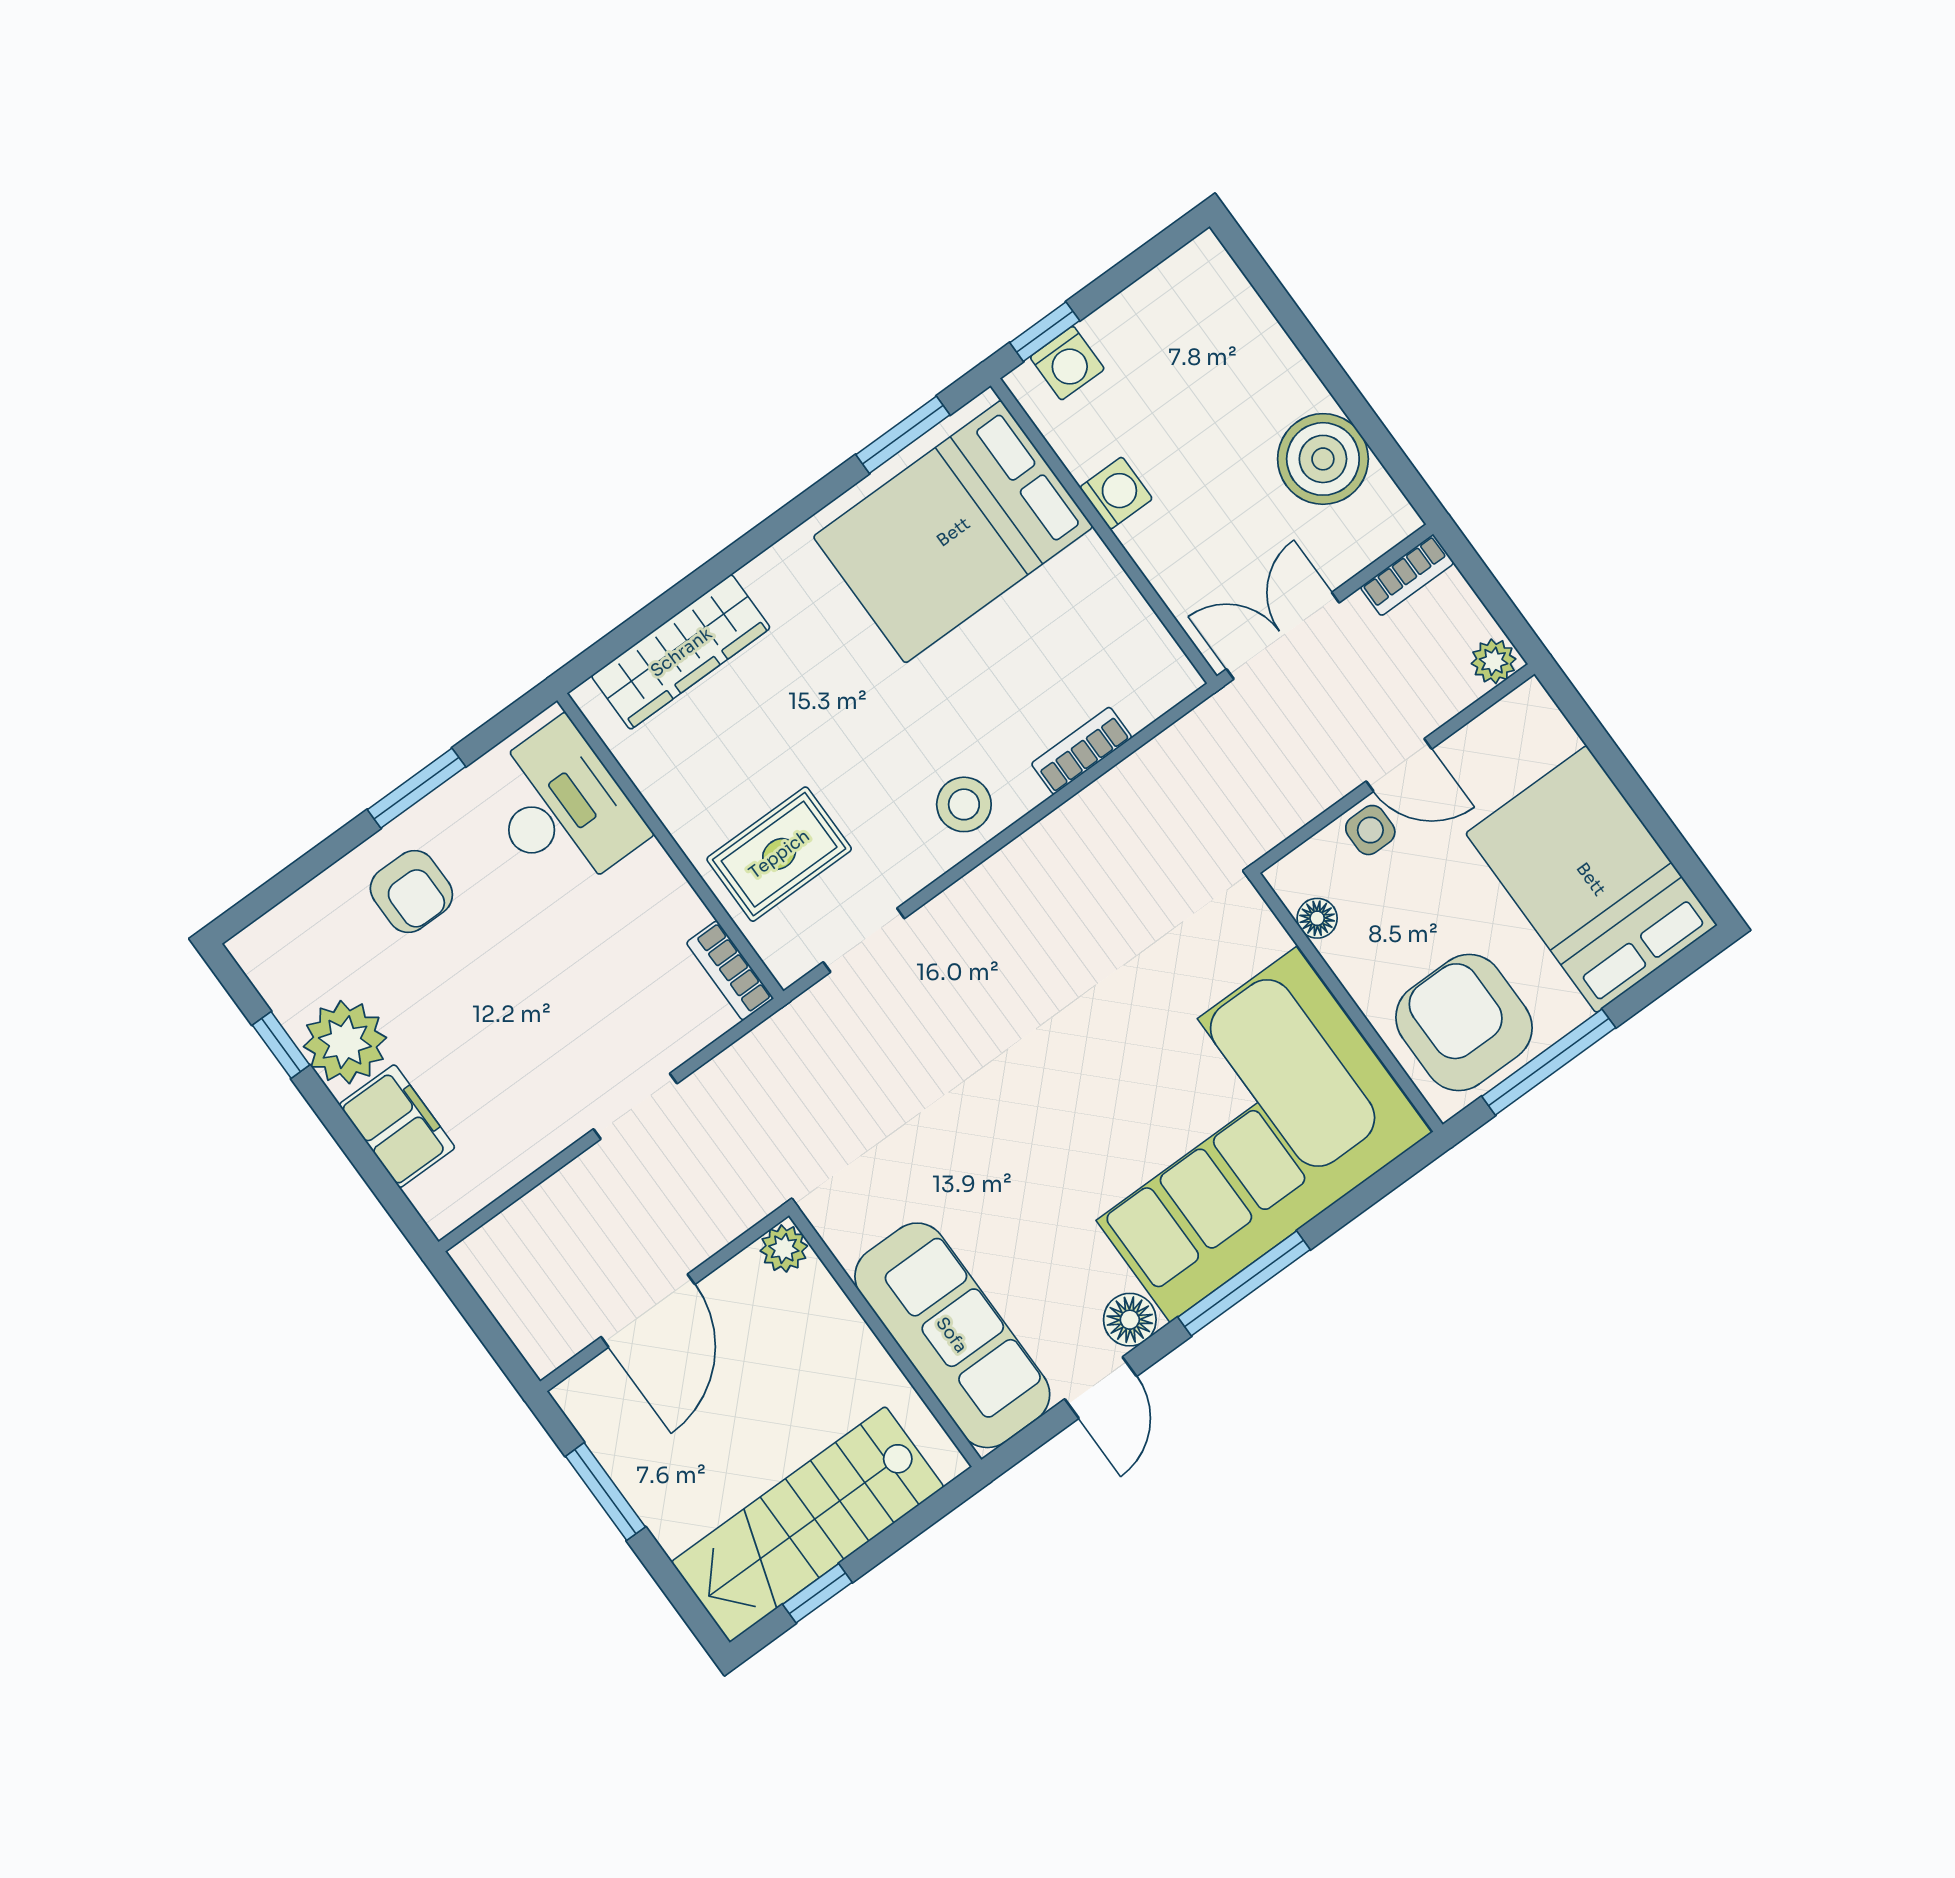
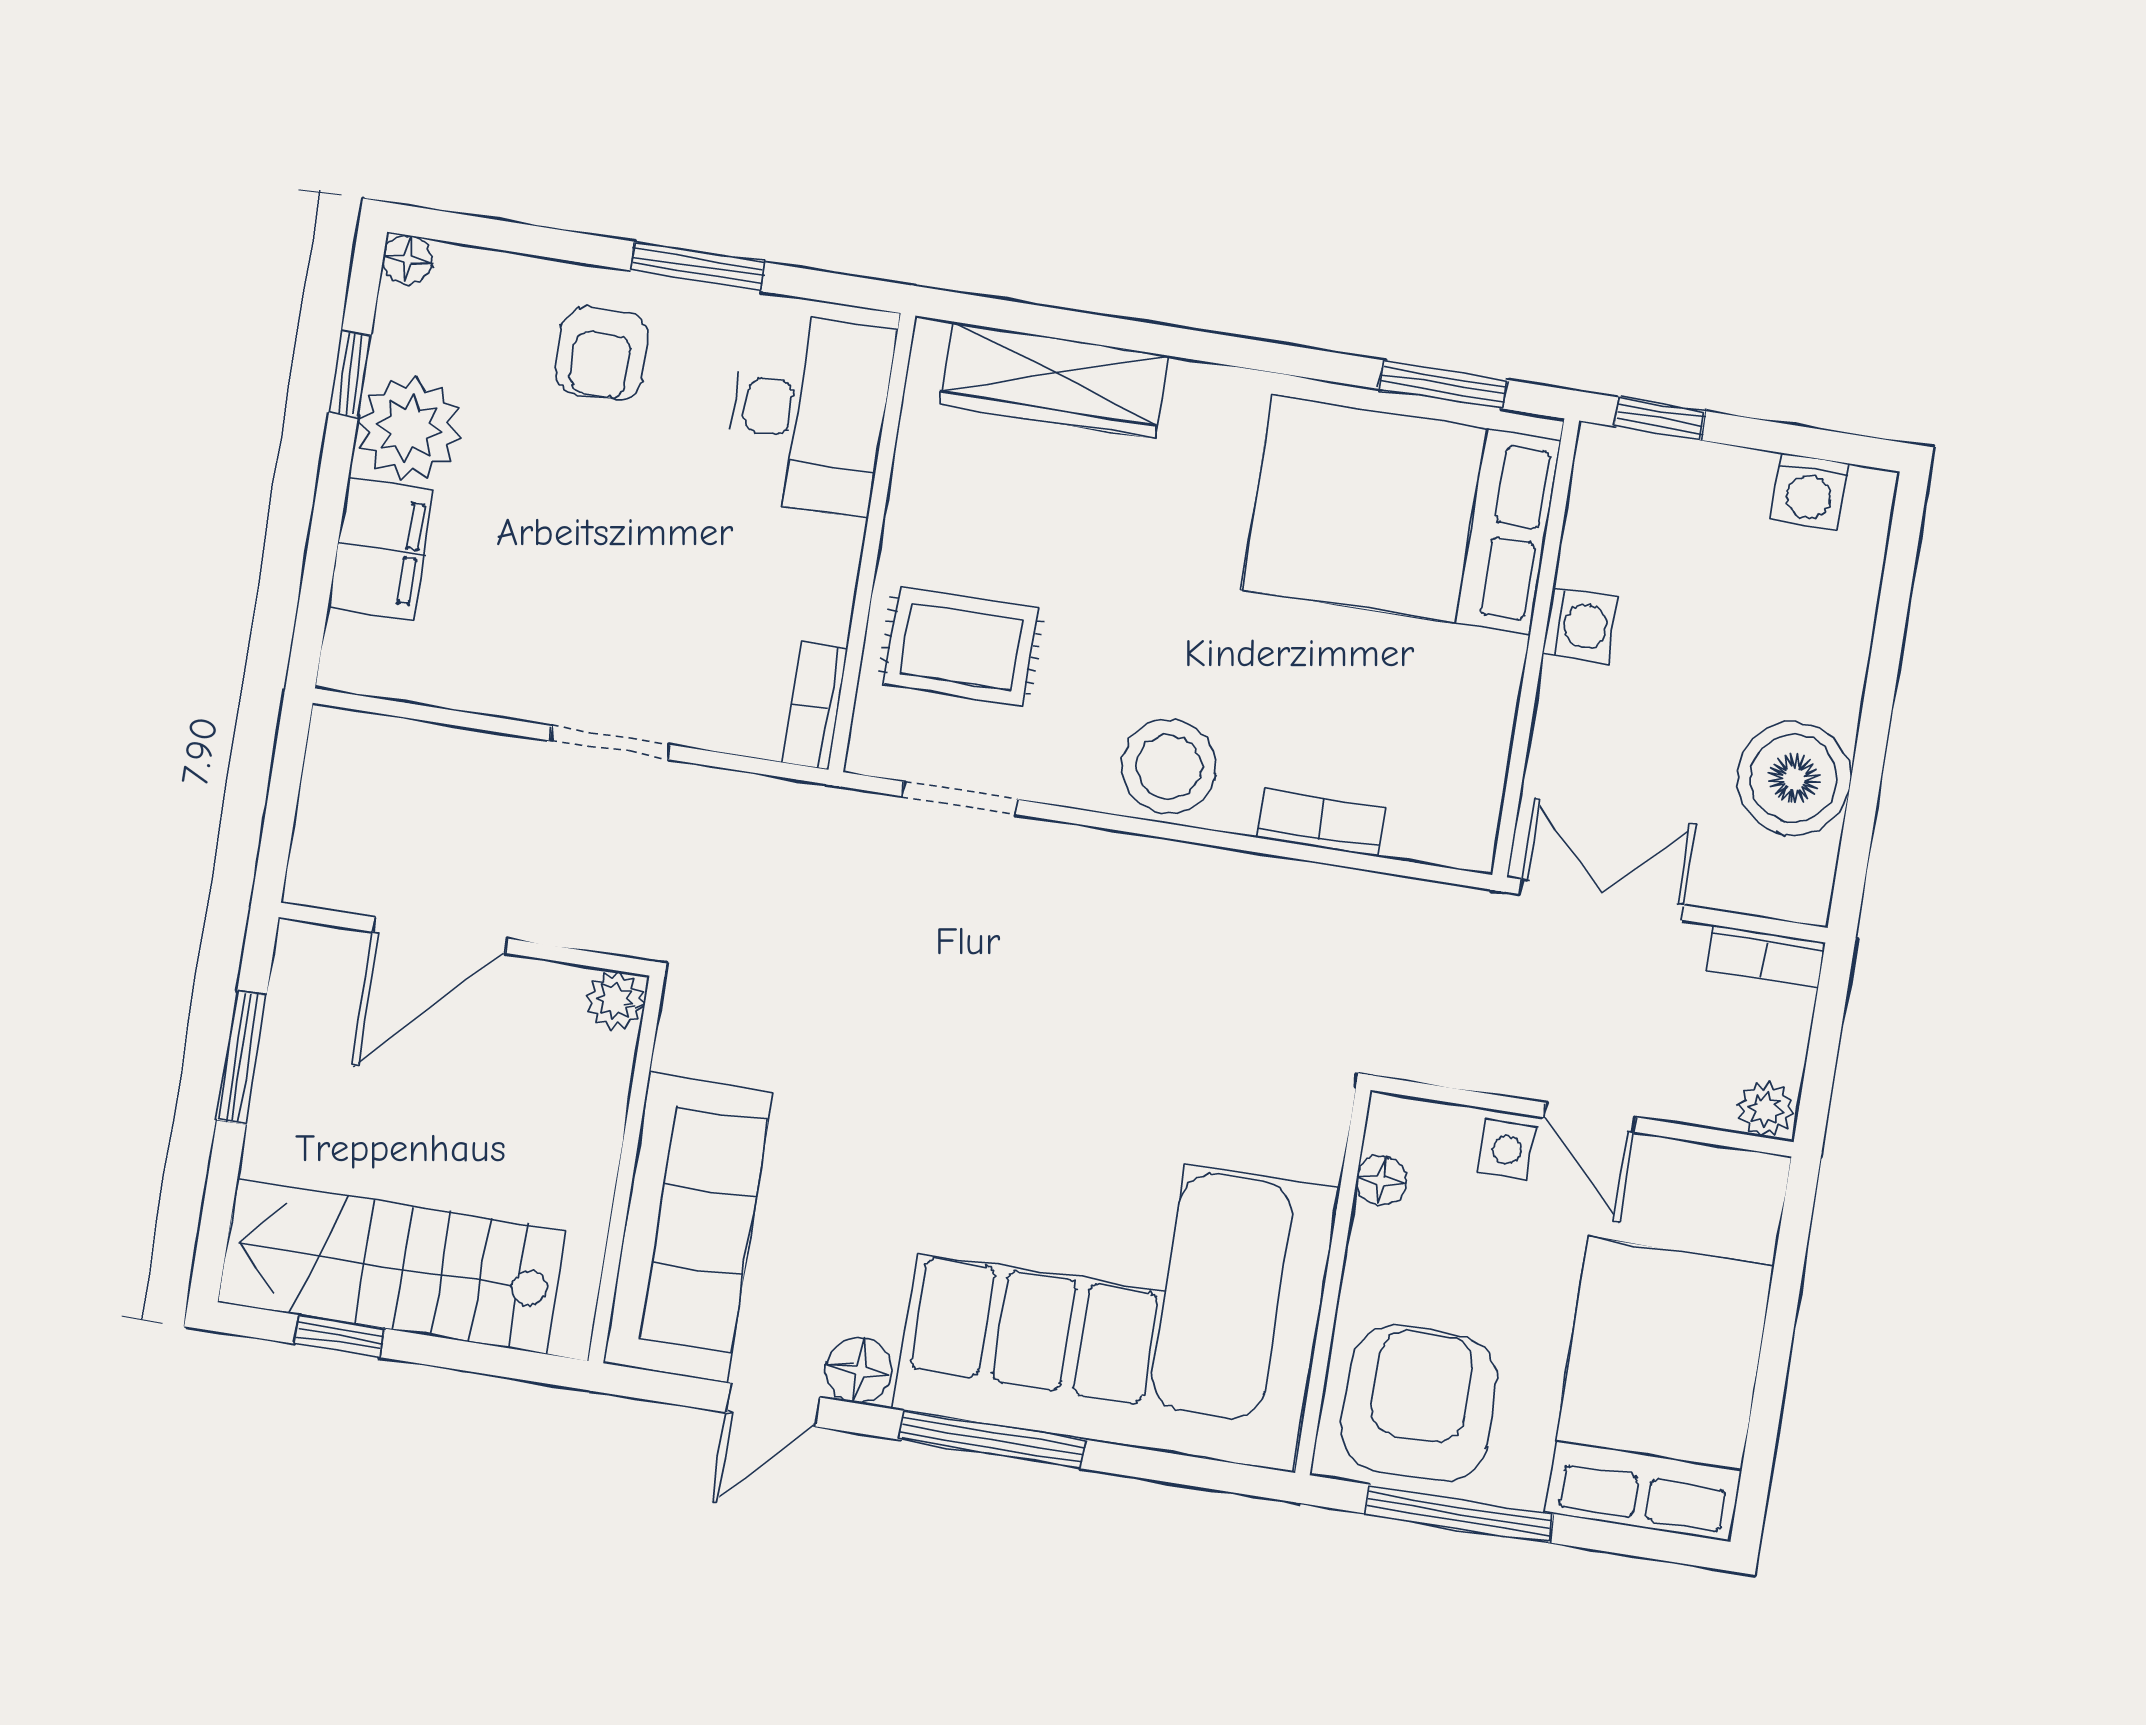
washing machine: (1067, 363) -> (1810, 491), moved
stool: (964, 804) -> (1169, 766), width x1.38, depth x1.38
floor lamp: (249, 948) -> (407, 260), added

